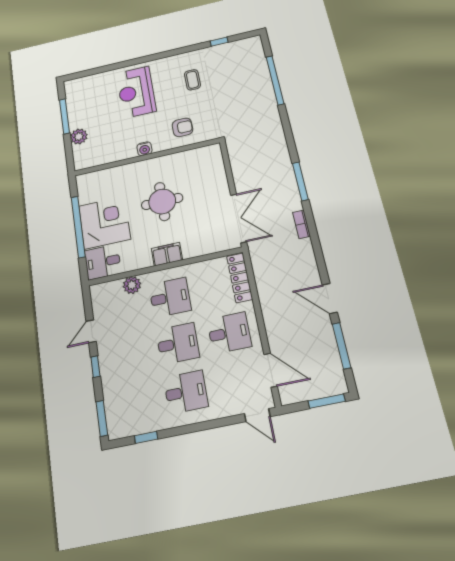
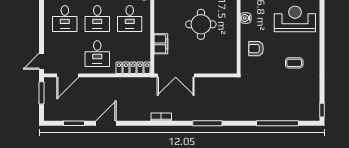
window: (219, 42) -> (322, 110), moved
armchair: (182, 127) -> (256, 49), turned 90
window: (300, 181) -> (207, 123), moved
filing cabinet: (167, 254) -> (161, 44), moved
window: (342, 346) -> (74, 123), width x0.69
window: (327, 401) -> (42, 93), moved

